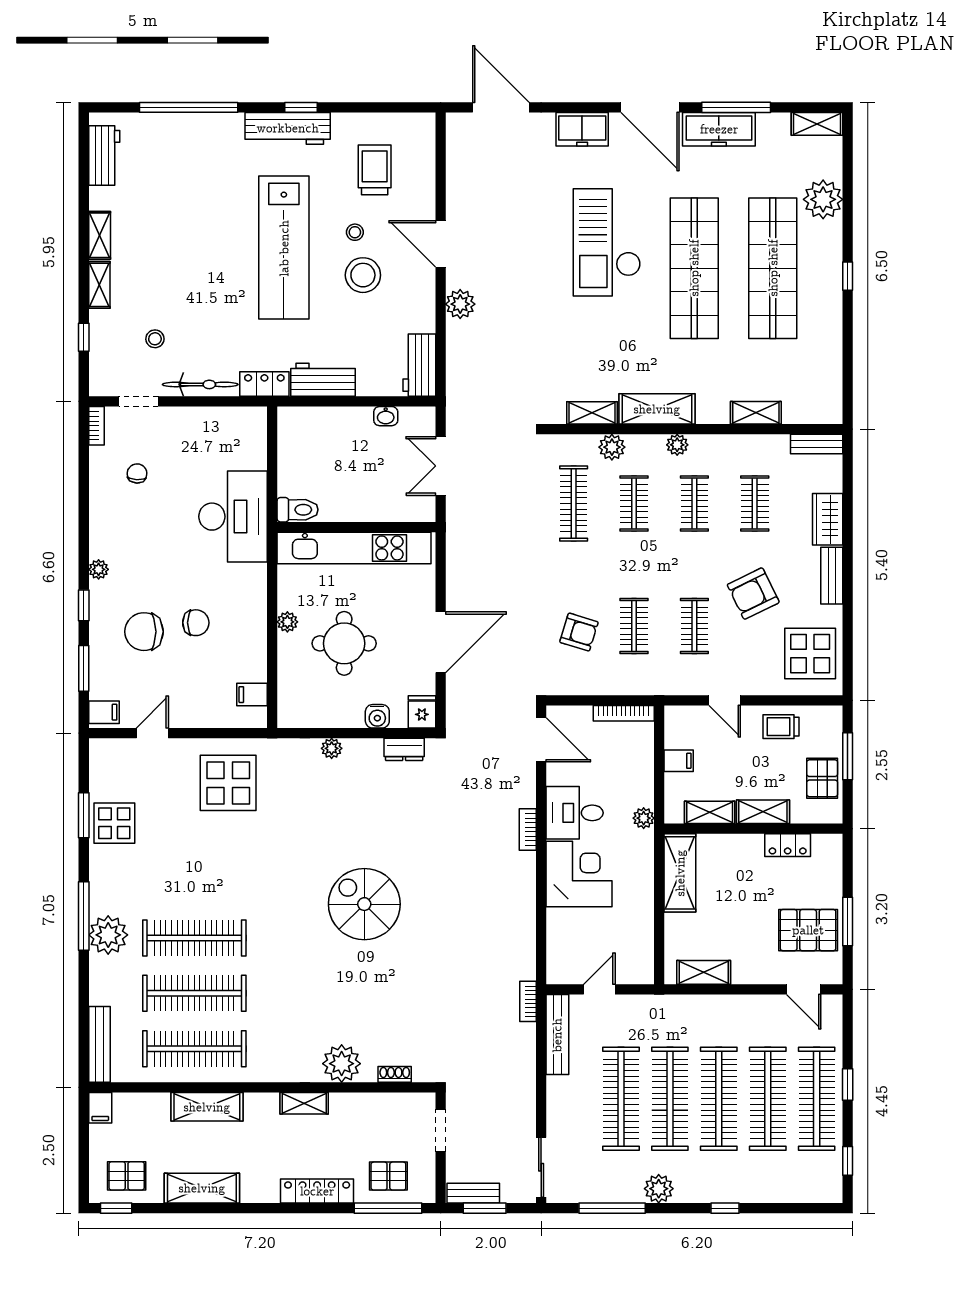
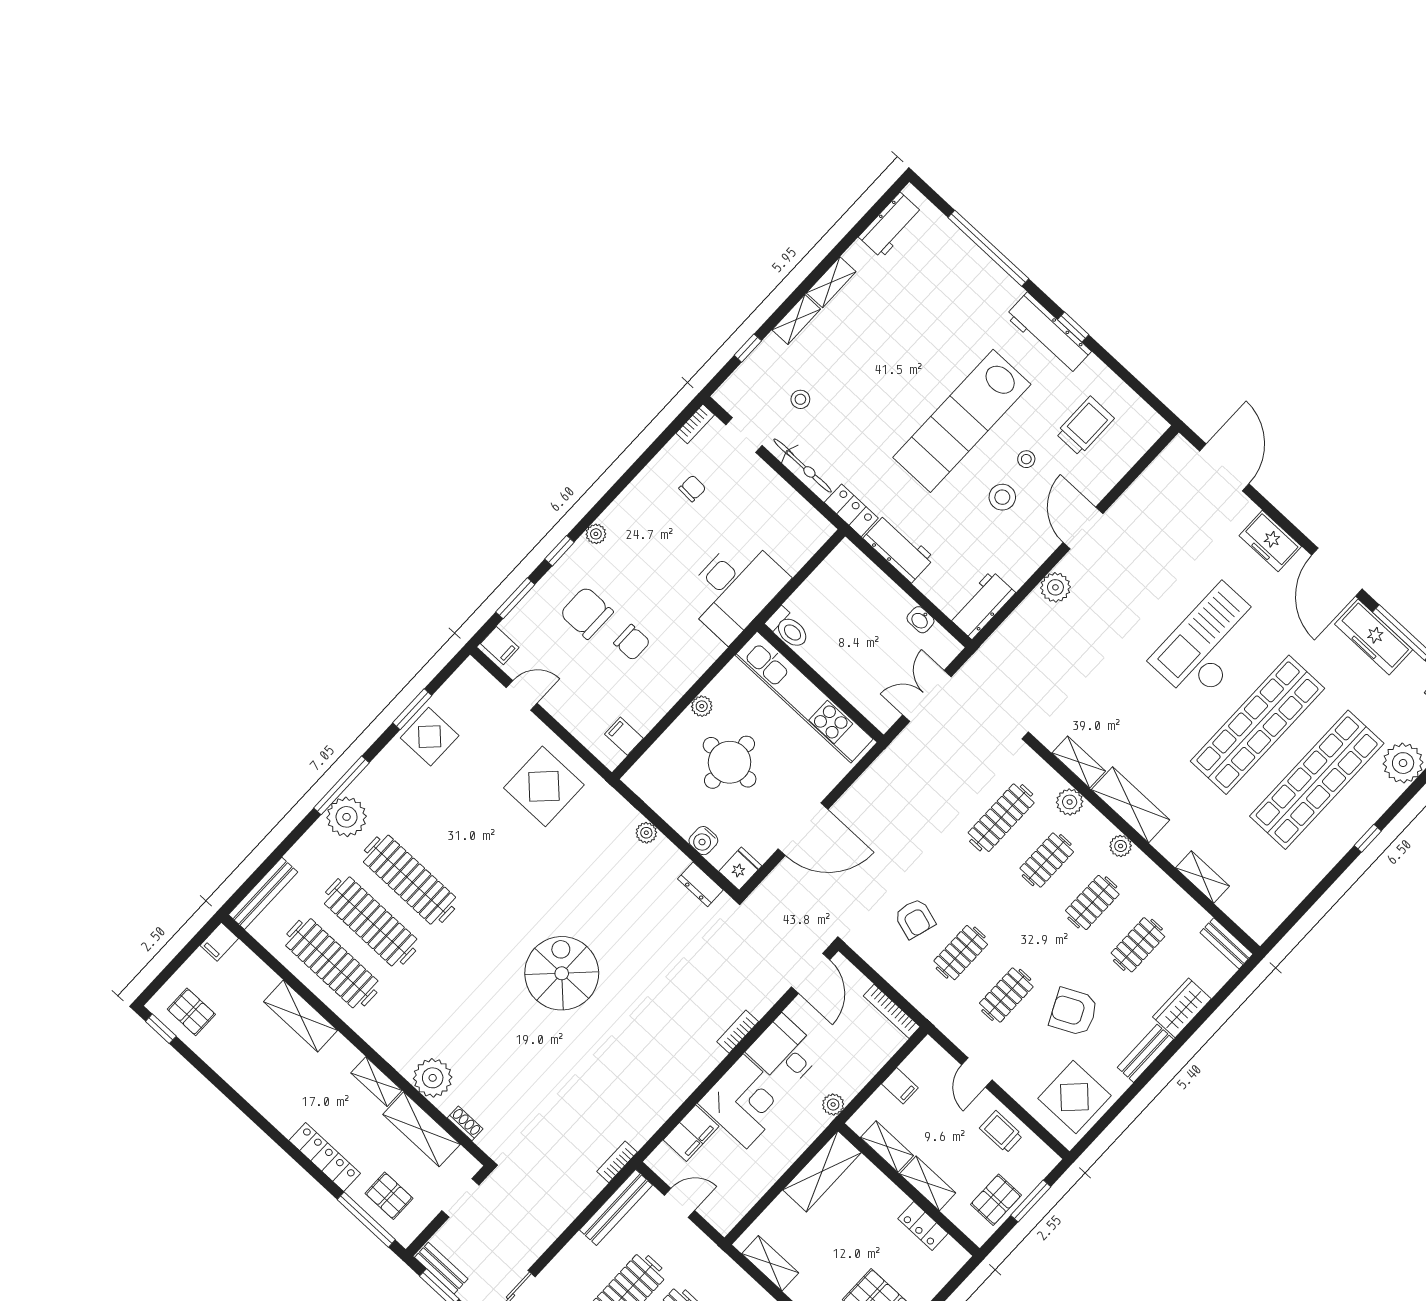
stool: (363, 275) -> (1002, 497), width x0.73, depth x0.73
filing cabinet: (562, 932) -> (691, 1133), added
shelving: (202, 1188) -> (421, 1129), moved

